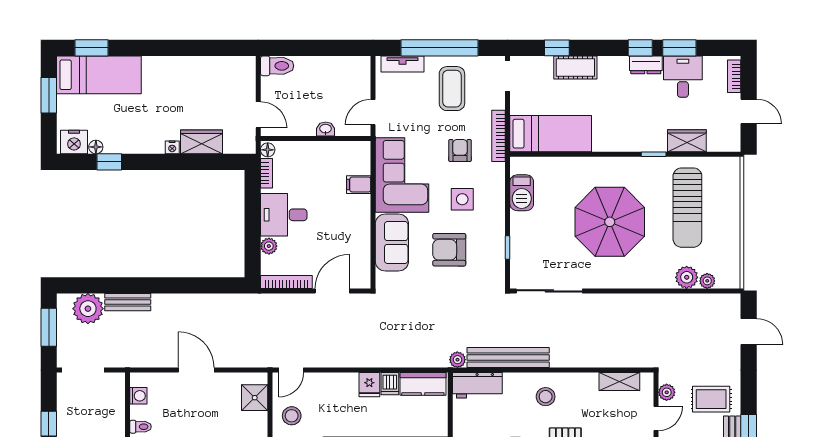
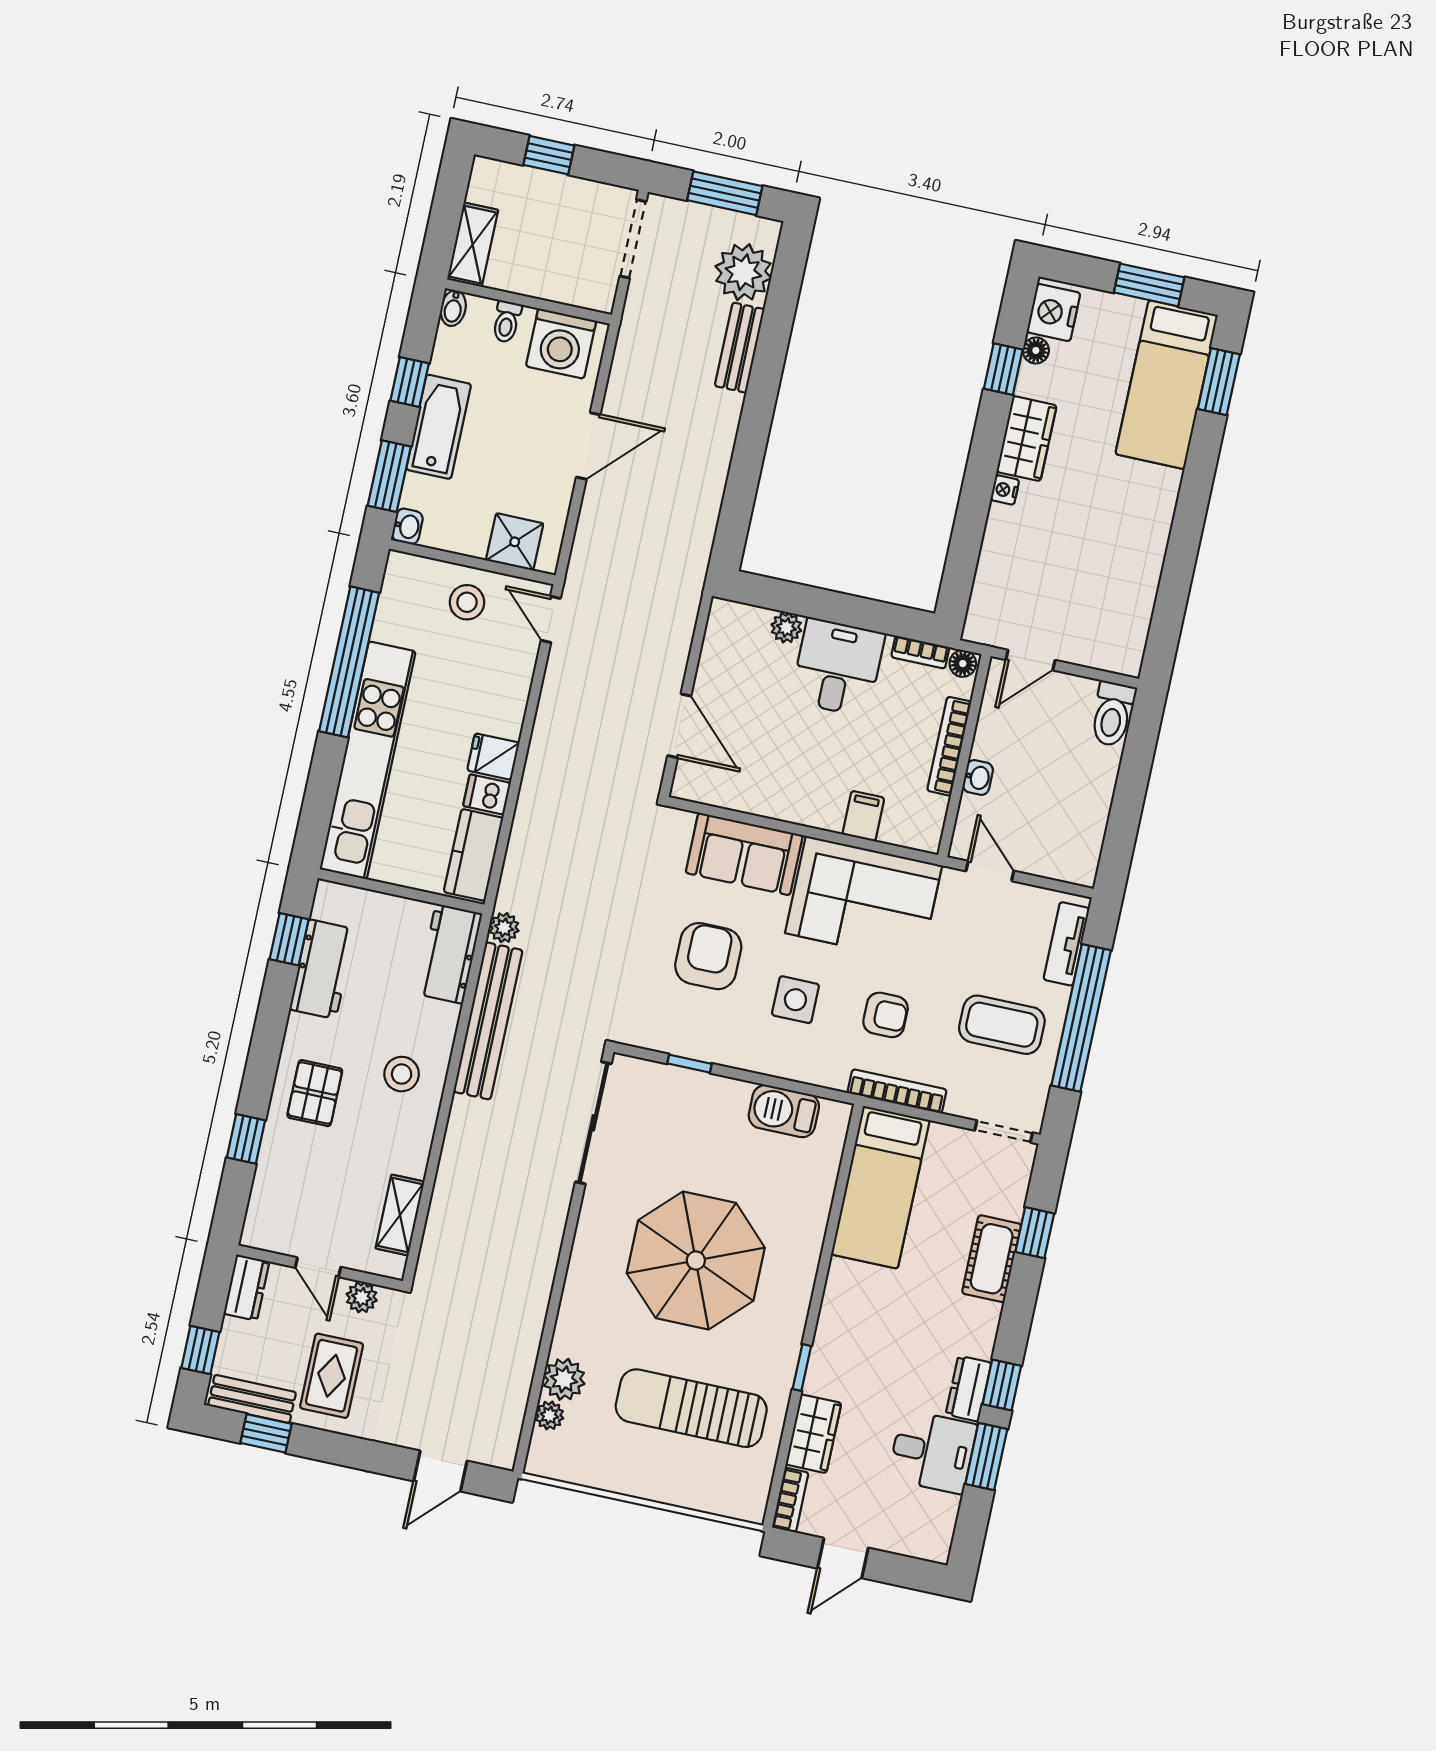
bookcase: (734, 76) -> (790, 1500), moved, turned 90
wardrobe: (201, 142) -> (1027, 439), moved
bookcase: (286, 282) -> (949, 746), moved, turned 180
washing machine: (138, 396) -> (561, 344), width x1.89, depth x1.89

